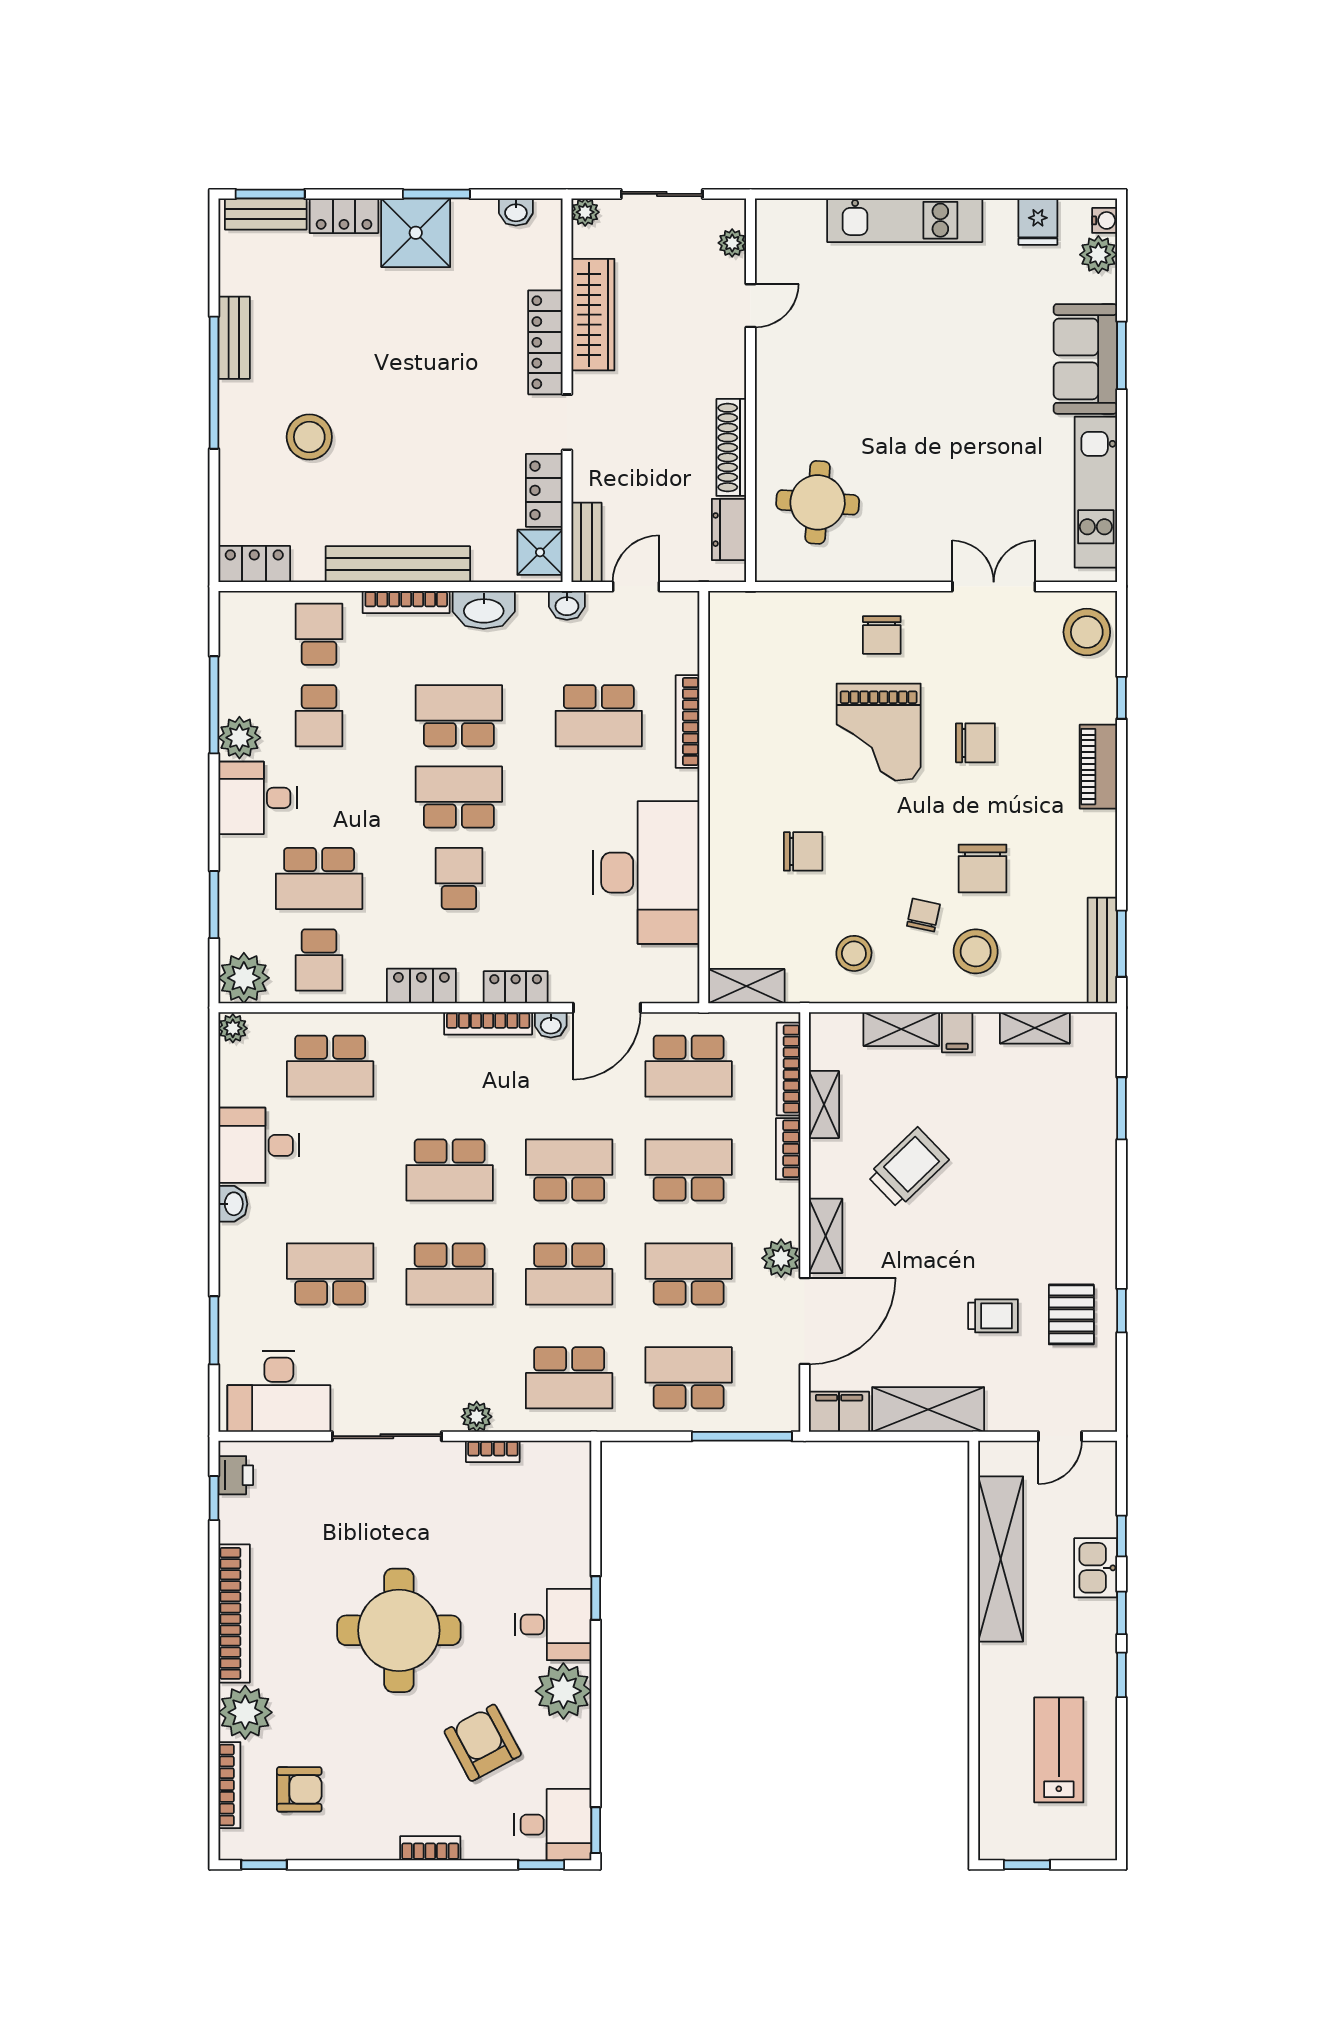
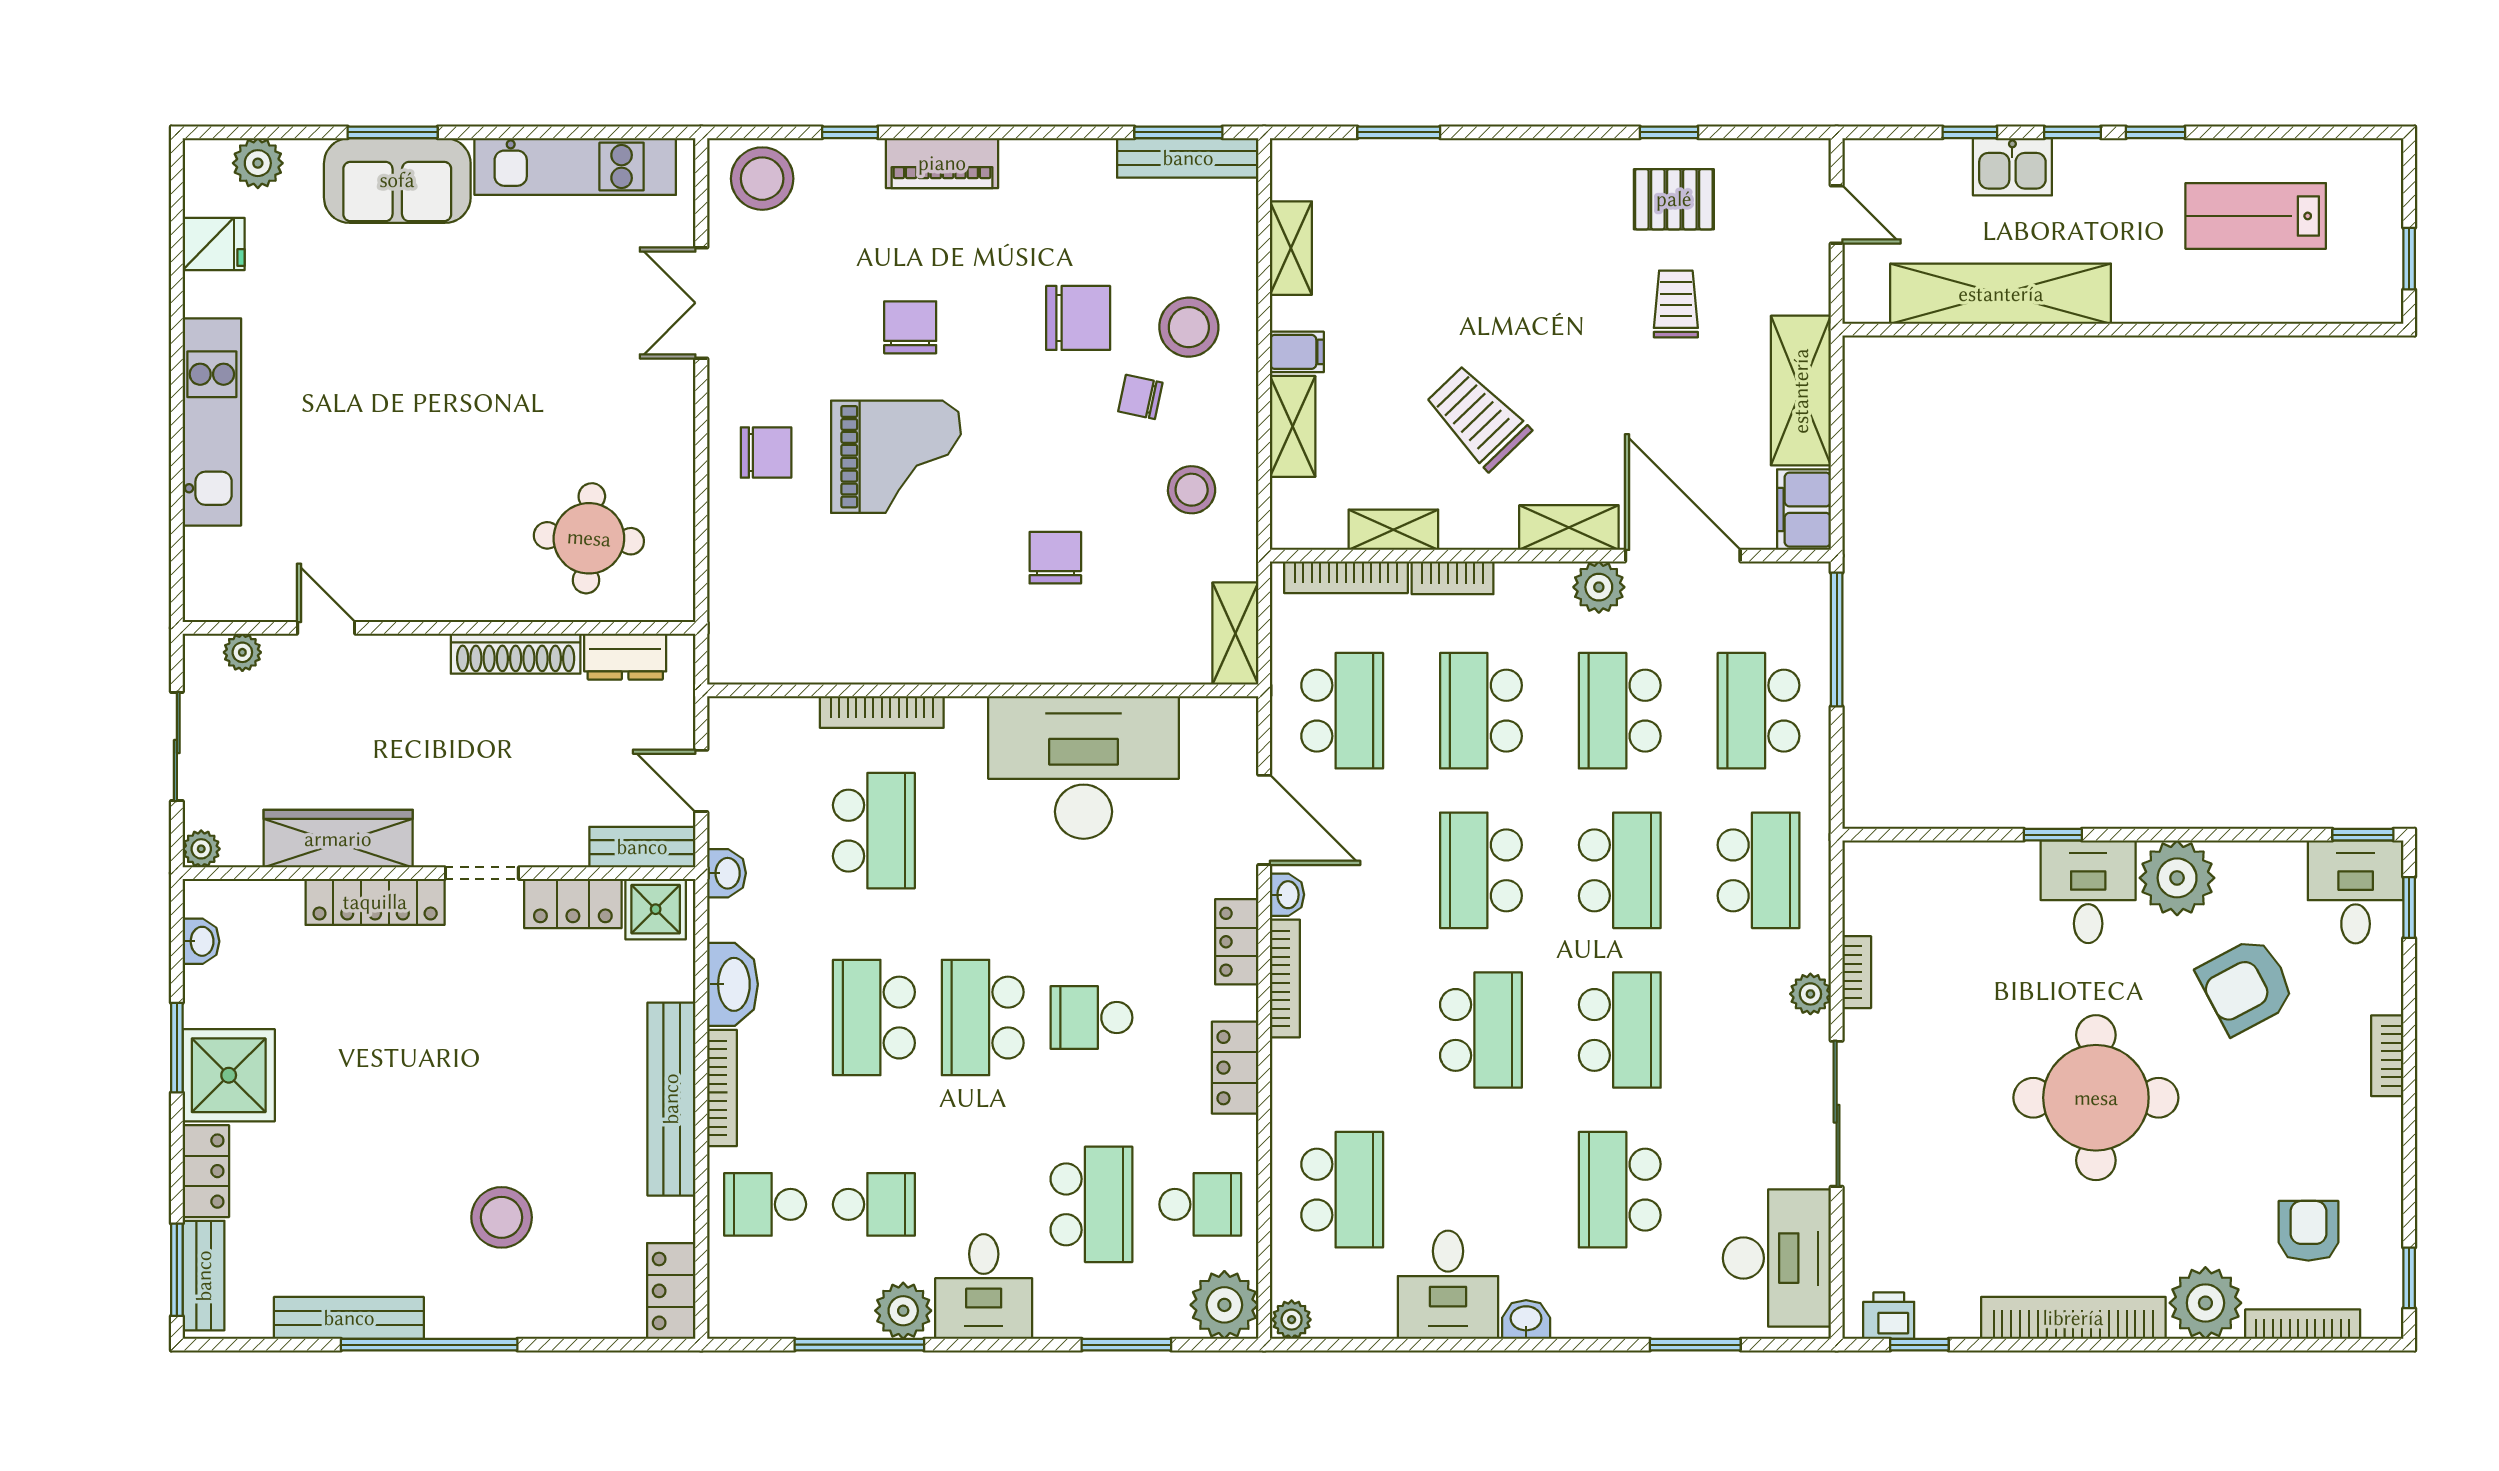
water cooler: (1105, 220) -> (212, 155), removed
bench: (234, 338) -> (349, 1318), width x1.36

